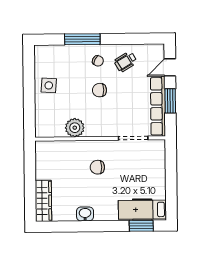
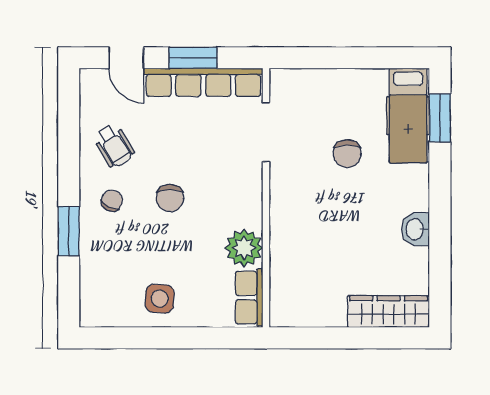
window: (82, 39) -> (69, 231), width x0.69
row of seats: (50, 131) -> (249, 298), added
chair: (97, 167) -> (347, 154), moved

